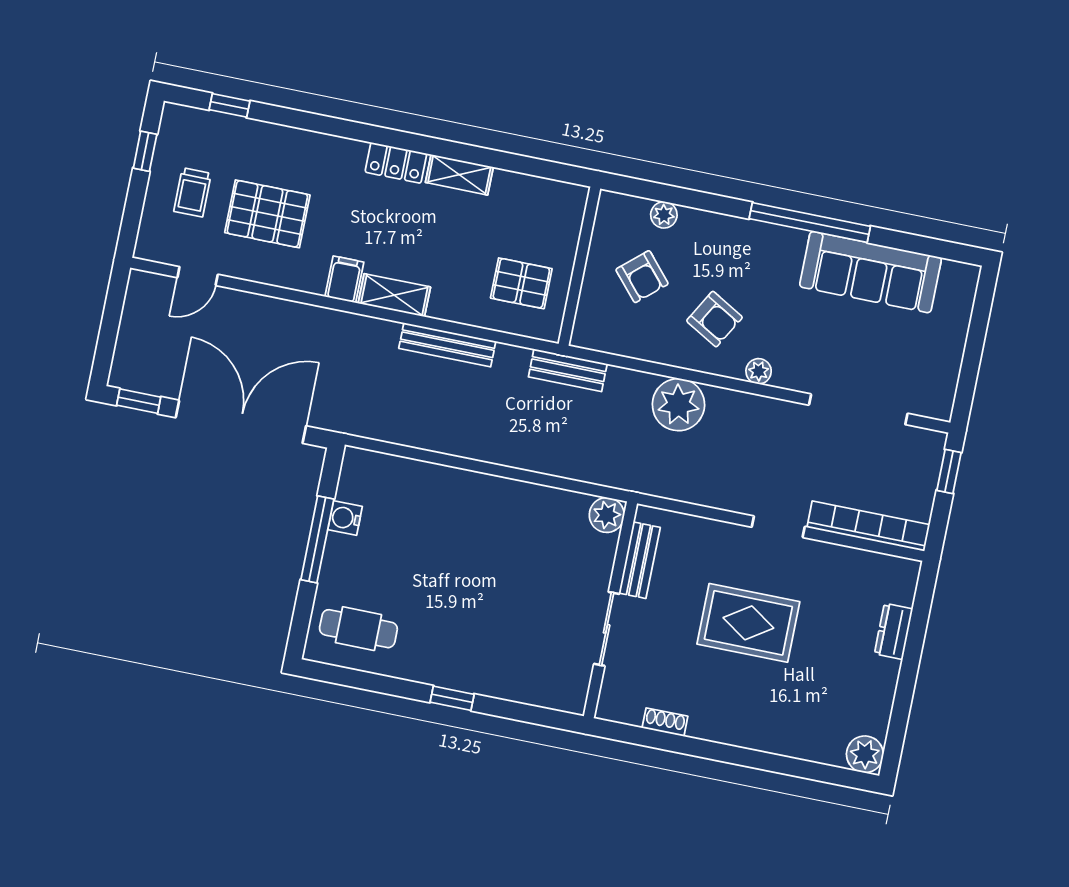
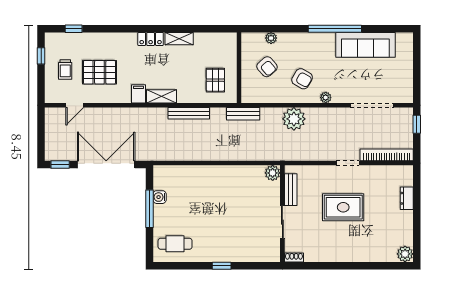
pallet: (521, 283) -> (215, 80), turned 90
shoe rack: (665, 722) -> (294, 257), moved

